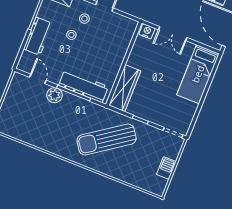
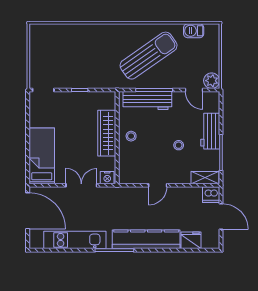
stool: (84, 19) -> (131, 136), moved
wardrobe: (125, 88) -> (107, 133), moved
plant: (55, 95) -> (212, 81), moved
sun lounger: (107, 140) -> (149, 56), moved
barbecue: (166, 168) -> (194, 31), moved, turned 90

